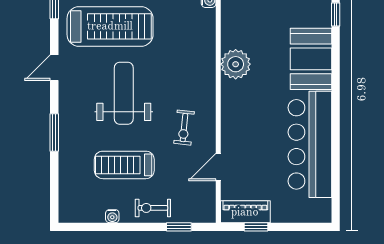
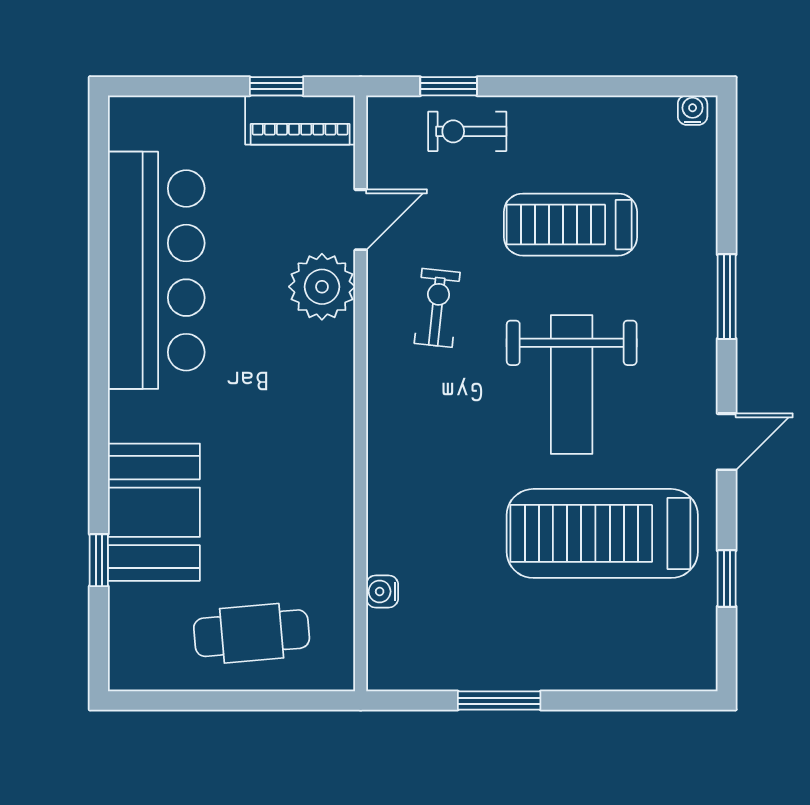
booth: (311, 59) -> (154, 512), moved
plant: (236, 64) -> (322, 287), moved
treadmill: (124, 165) -> (570, 225), turned 180
exercise bike: (153, 208) -> (467, 131), moved, turned 180
water cooler: (112, 216) -> (693, 110), moved

